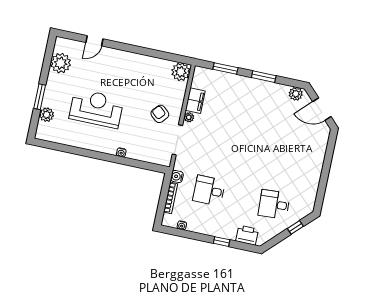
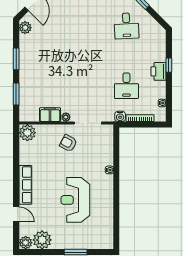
row of seats: (124, 58) -> (25, 185), added
armchair: (160, 114) -> (68, 143), turned 77
plant: (47, 115) -> (26, 243), moved
printer: (247, 235) -> (159, 71), moved

